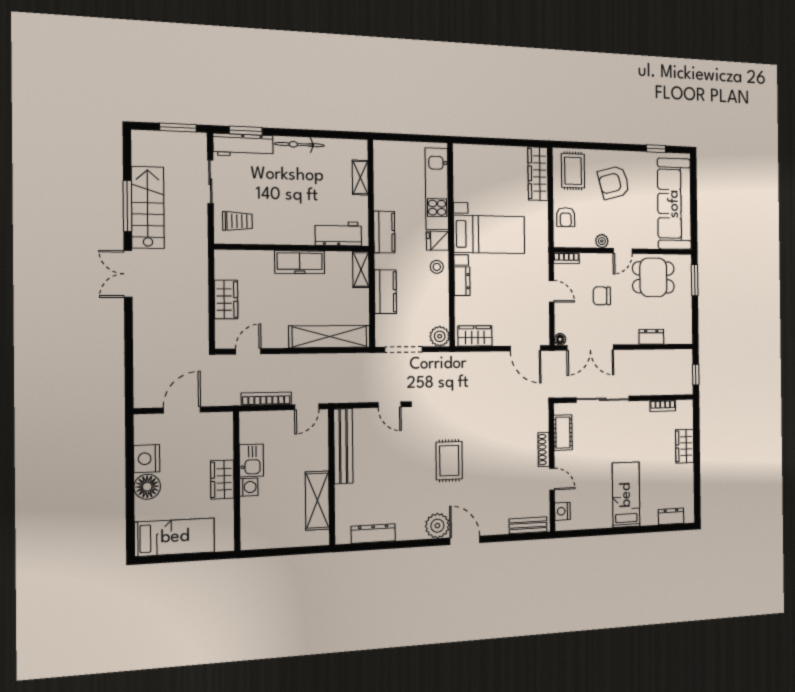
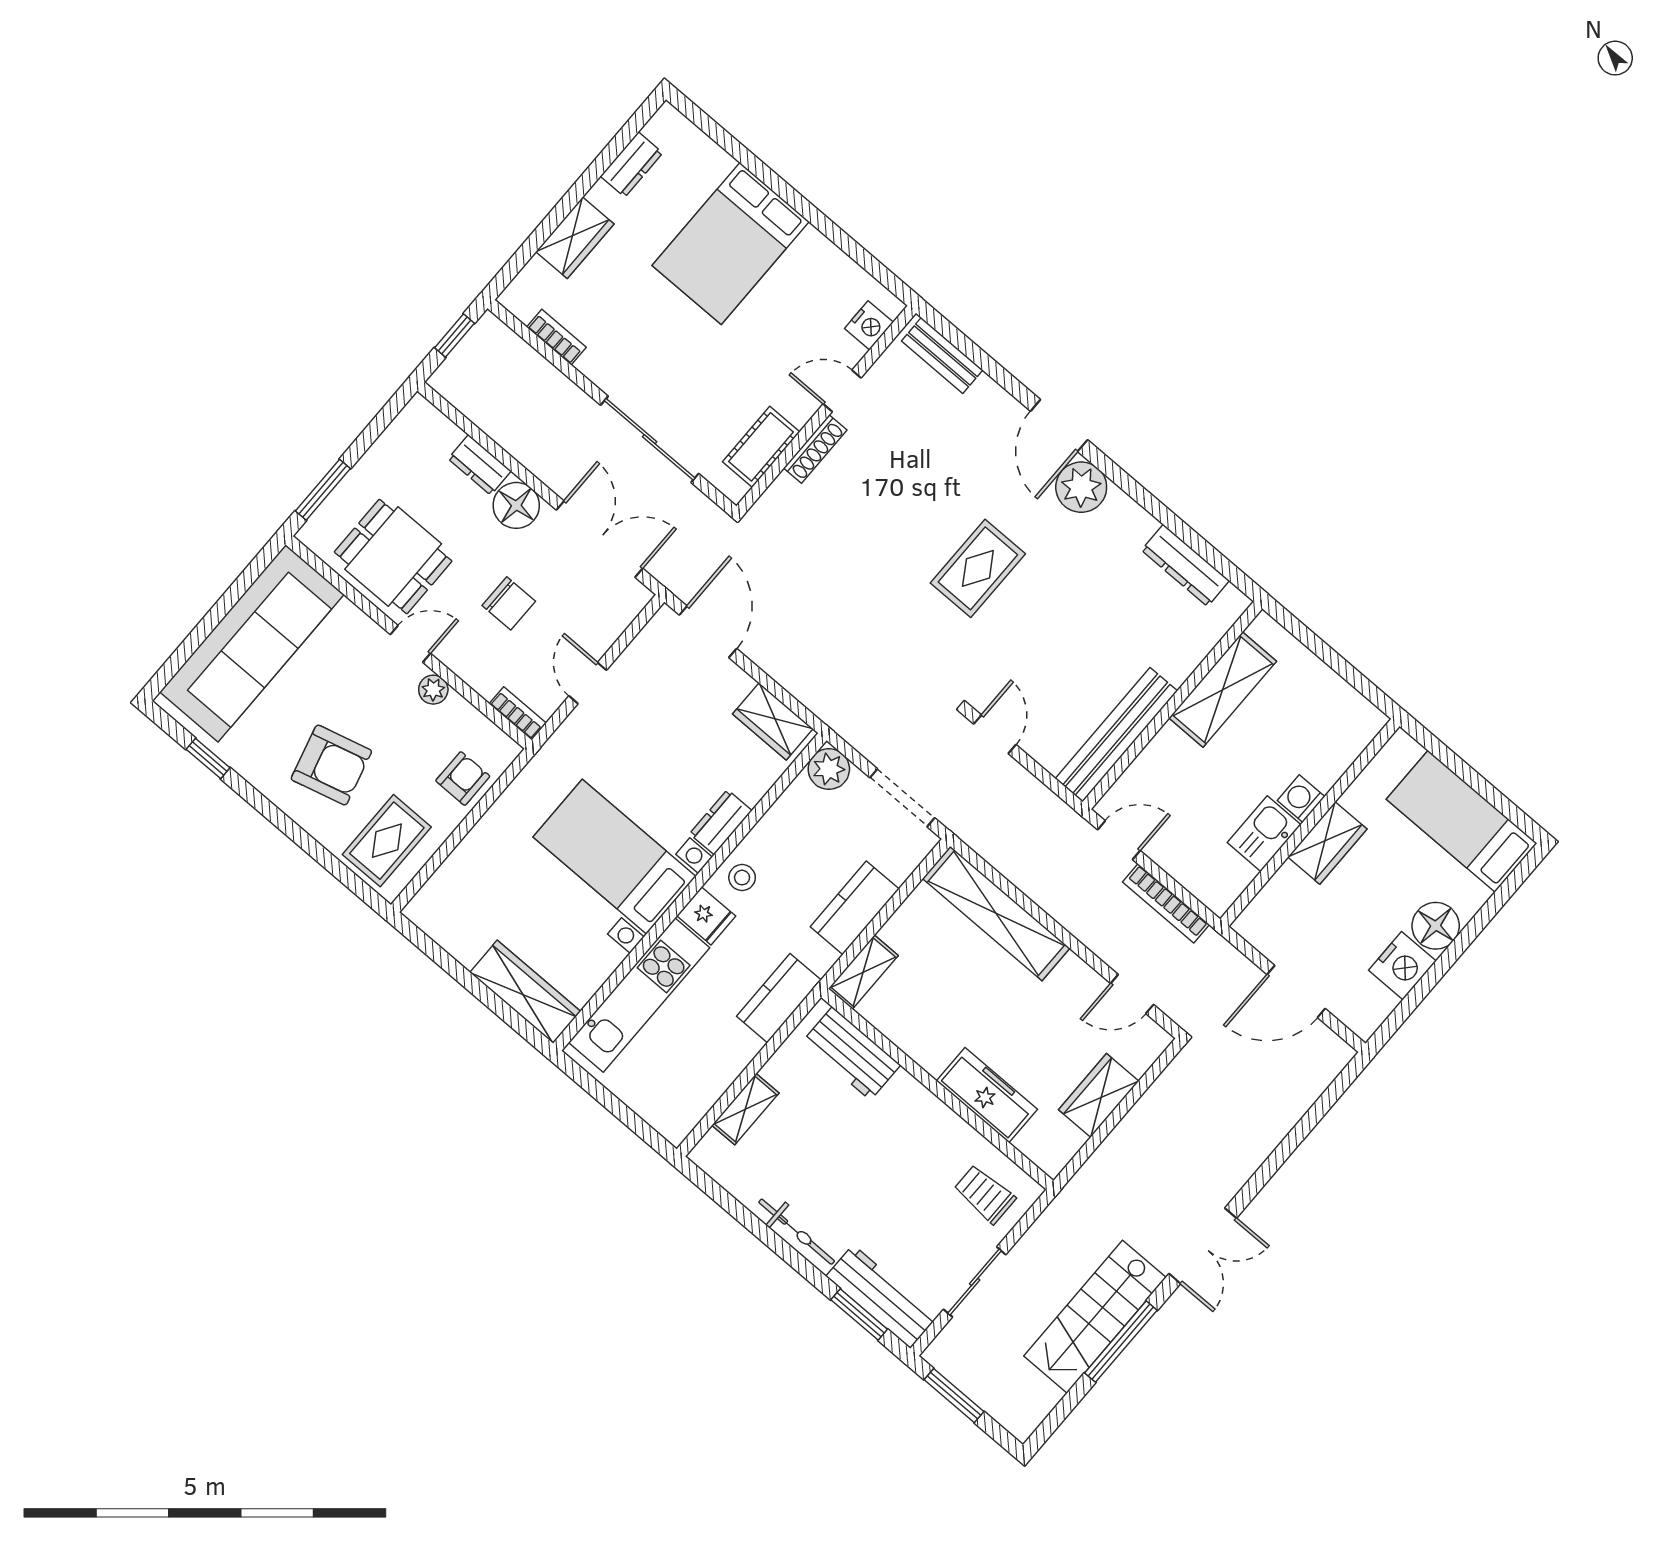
wardrobe: (538, 174) -> (525, 992), moved, turned -90
freezer: (300, 262) -> (987, 1095), moved
floor lamp: (560, 339) -> (516, 505), moved, width x1.89, depth x1.89
door: (552, 479) -> (842, 391), hinge flipped
bed: (626, 495) -> (731, 243), width x1.50
dresser: (671, 516) -> (632, 165), moved, turned -90

